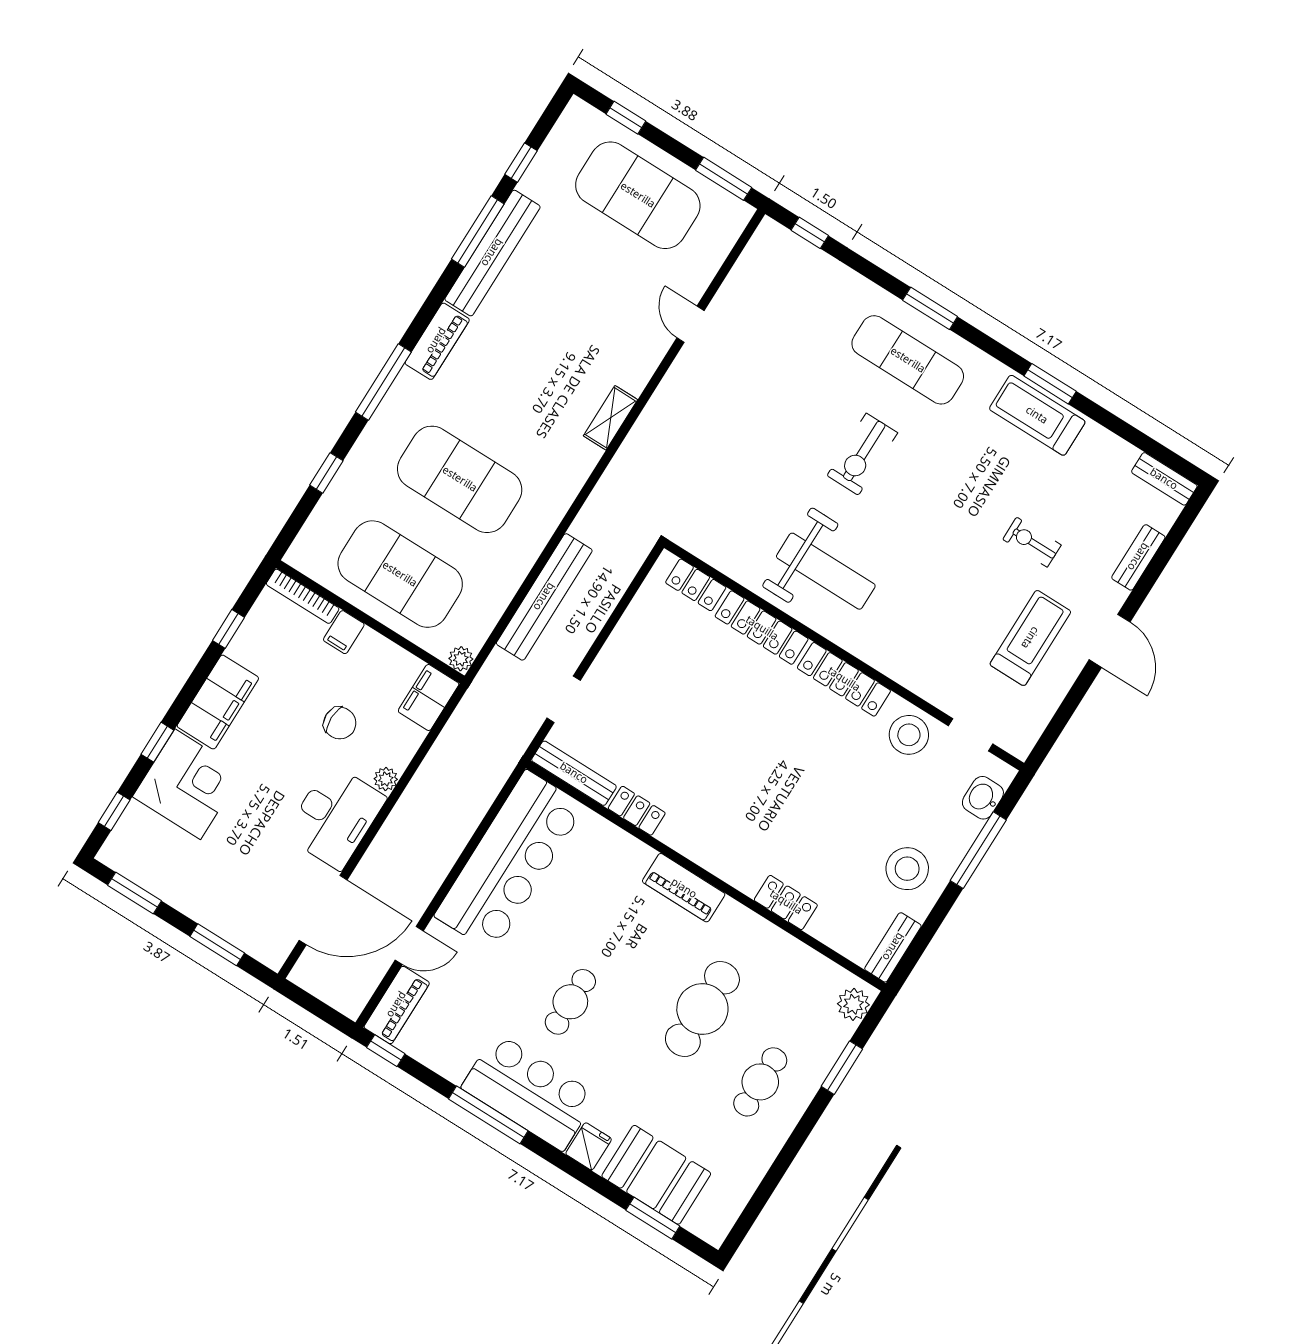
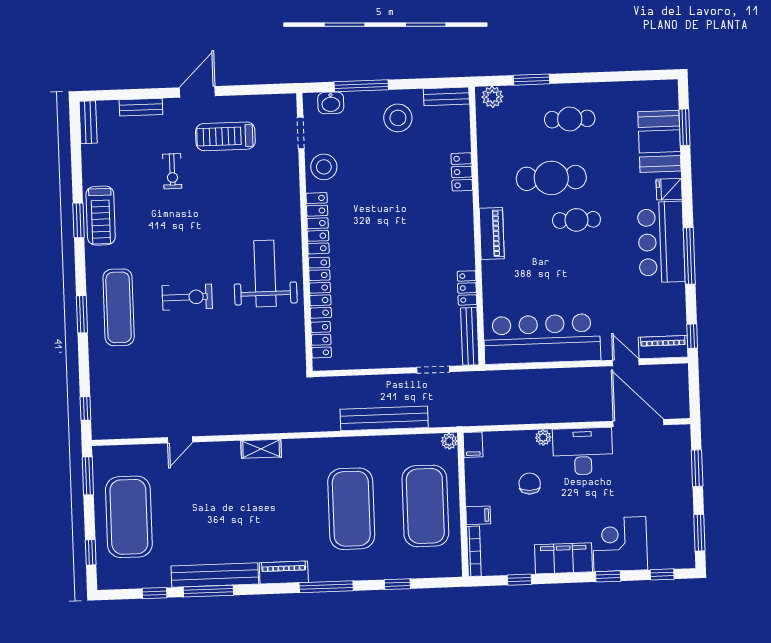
filing cabinet: (429, 697) -> (473, 445), width x0.50
cafe table: (570, 1002) -> (576, 220), moved

